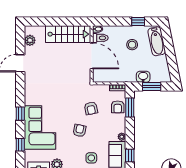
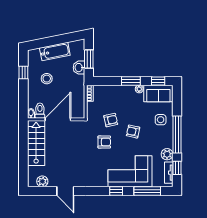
bathtub: (157, 41) -> (55, 52), moved
armchair: (118, 107) -> (104, 142), moved
window: (130, 107) -> (131, 81), moved
window: (20, 145) -> (147, 191), width x2.17

